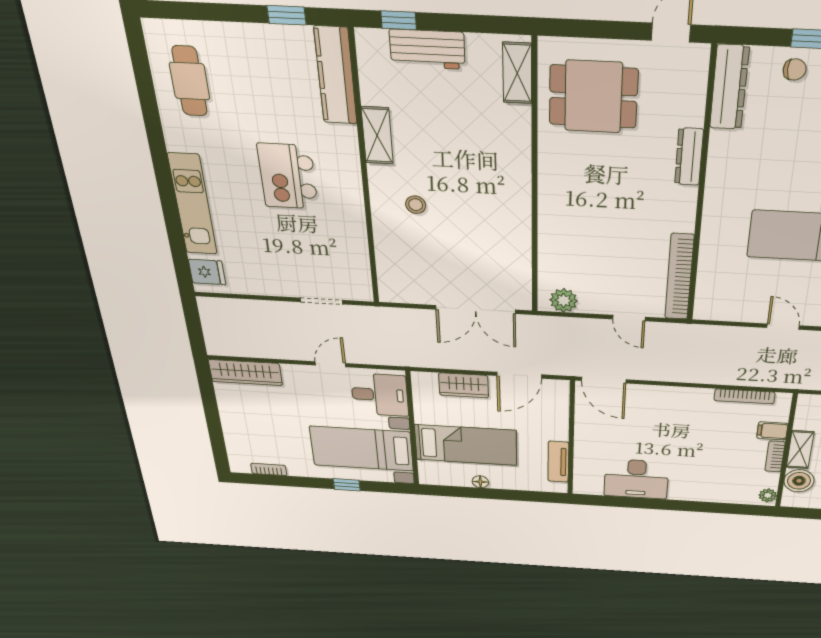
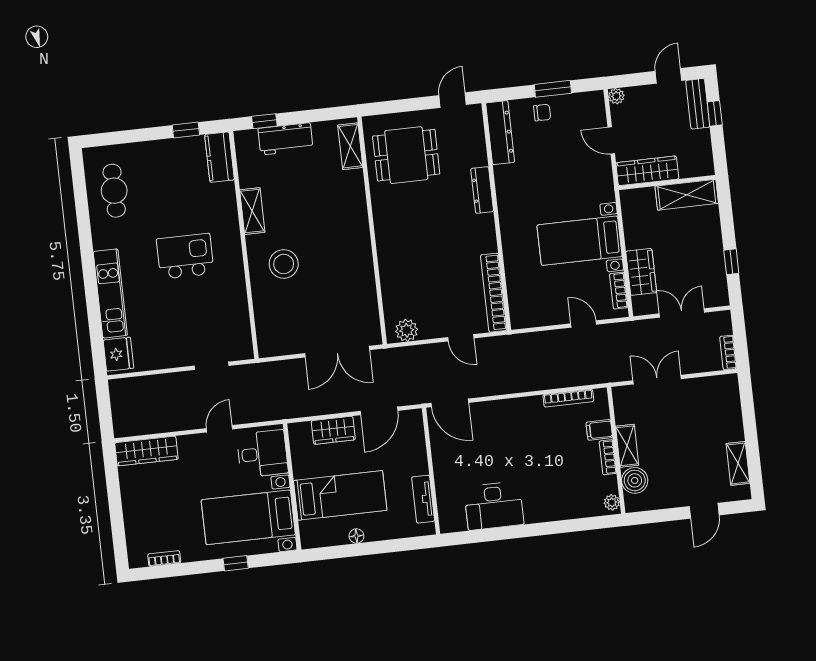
kitchen counter: (336, 76) -> (220, 157), width x0.67
kitchen island: (288, 176) -> (185, 256), turned 90
stool: (416, 205) -> (284, 264), width x1.89, depth x1.89
fridge: (207, 272) -> (118, 354), width x1.38

